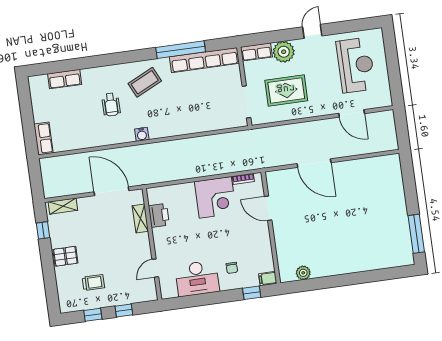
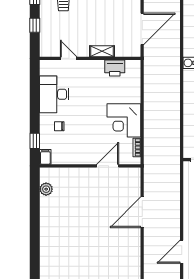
shelving: (140, 218) -> (102, 51), moved

